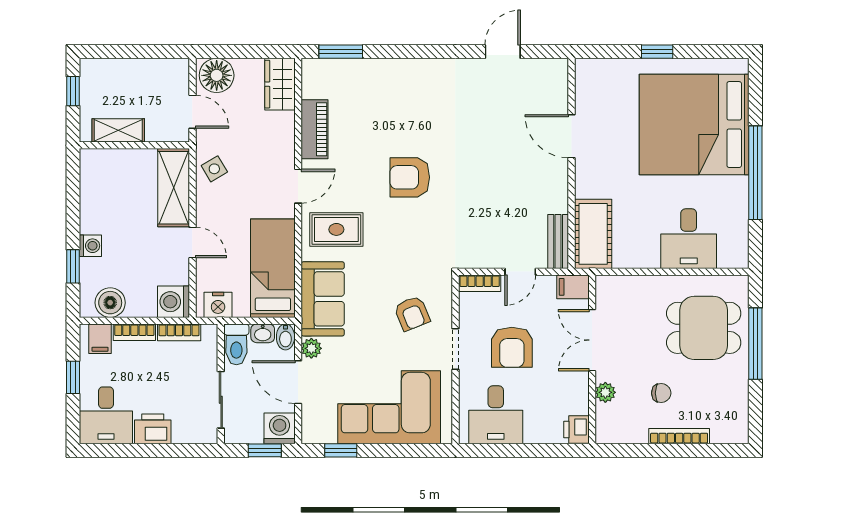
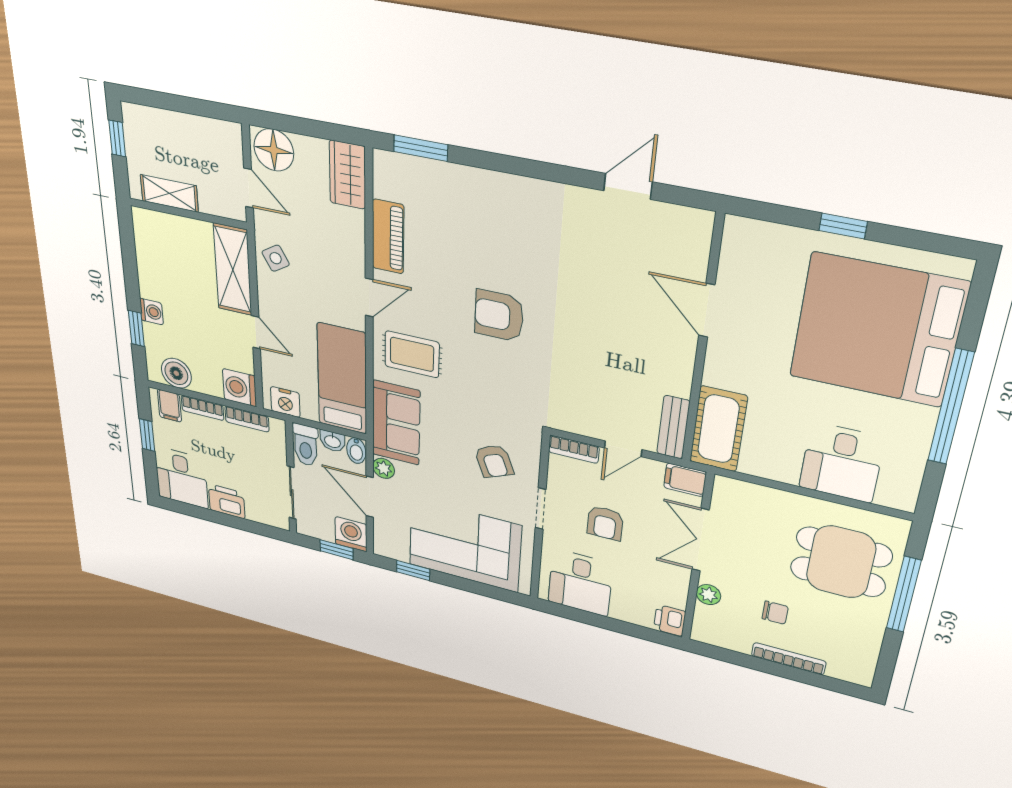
armchair: (512, 347) -> (605, 523), width x0.72, depth x0.72

